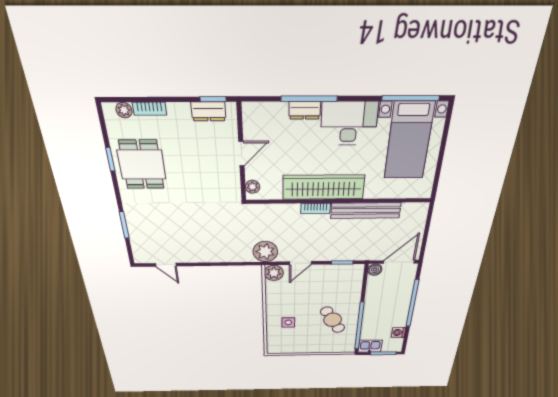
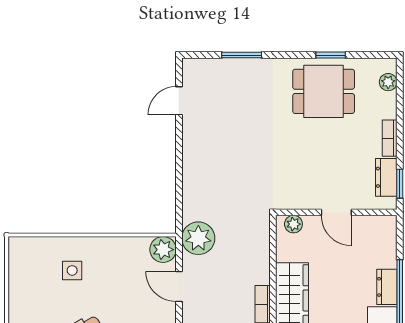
bookcase: (149, 109) -> (390, 138), moved

